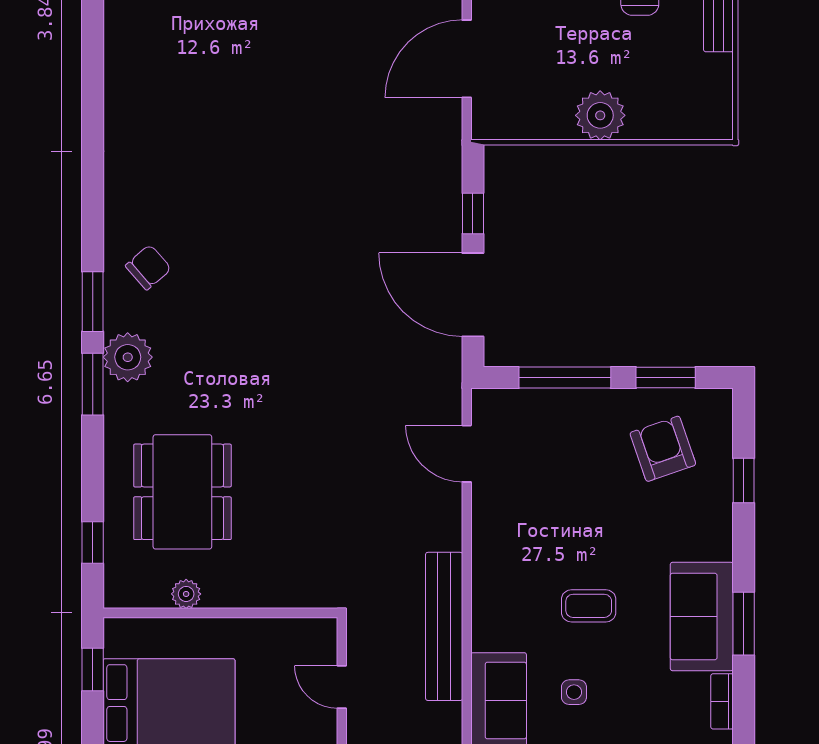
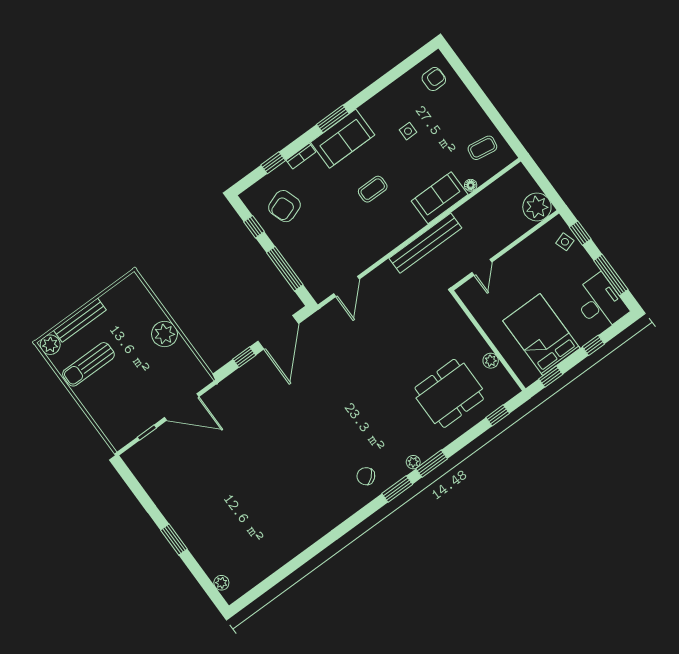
plant: (128, 357) -> (413, 462), width x0.53, depth x0.53
window: (666, 378) -> (254, 227), width x0.67
coffee table: (589, 606) -> (373, 189), turned 90
side table: (574, 692) -> (408, 131), moved
bookcase: (722, 701) -> (301, 156), moved

